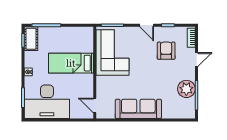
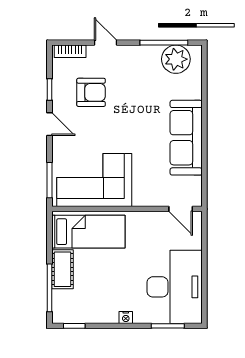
door: (147, 25) -> (50, 124), hinge flipped
cot: (31, 39) -> (62, 269), moved, turned 90
armchair: (166, 51) -> (91, 92), turned 180
bed: (71, 63) -> (88, 232), moved, turned -90
plant: (186, 89) -> (176, 59), moved
door: (95, 105) -> (181, 209), hinge flipped

